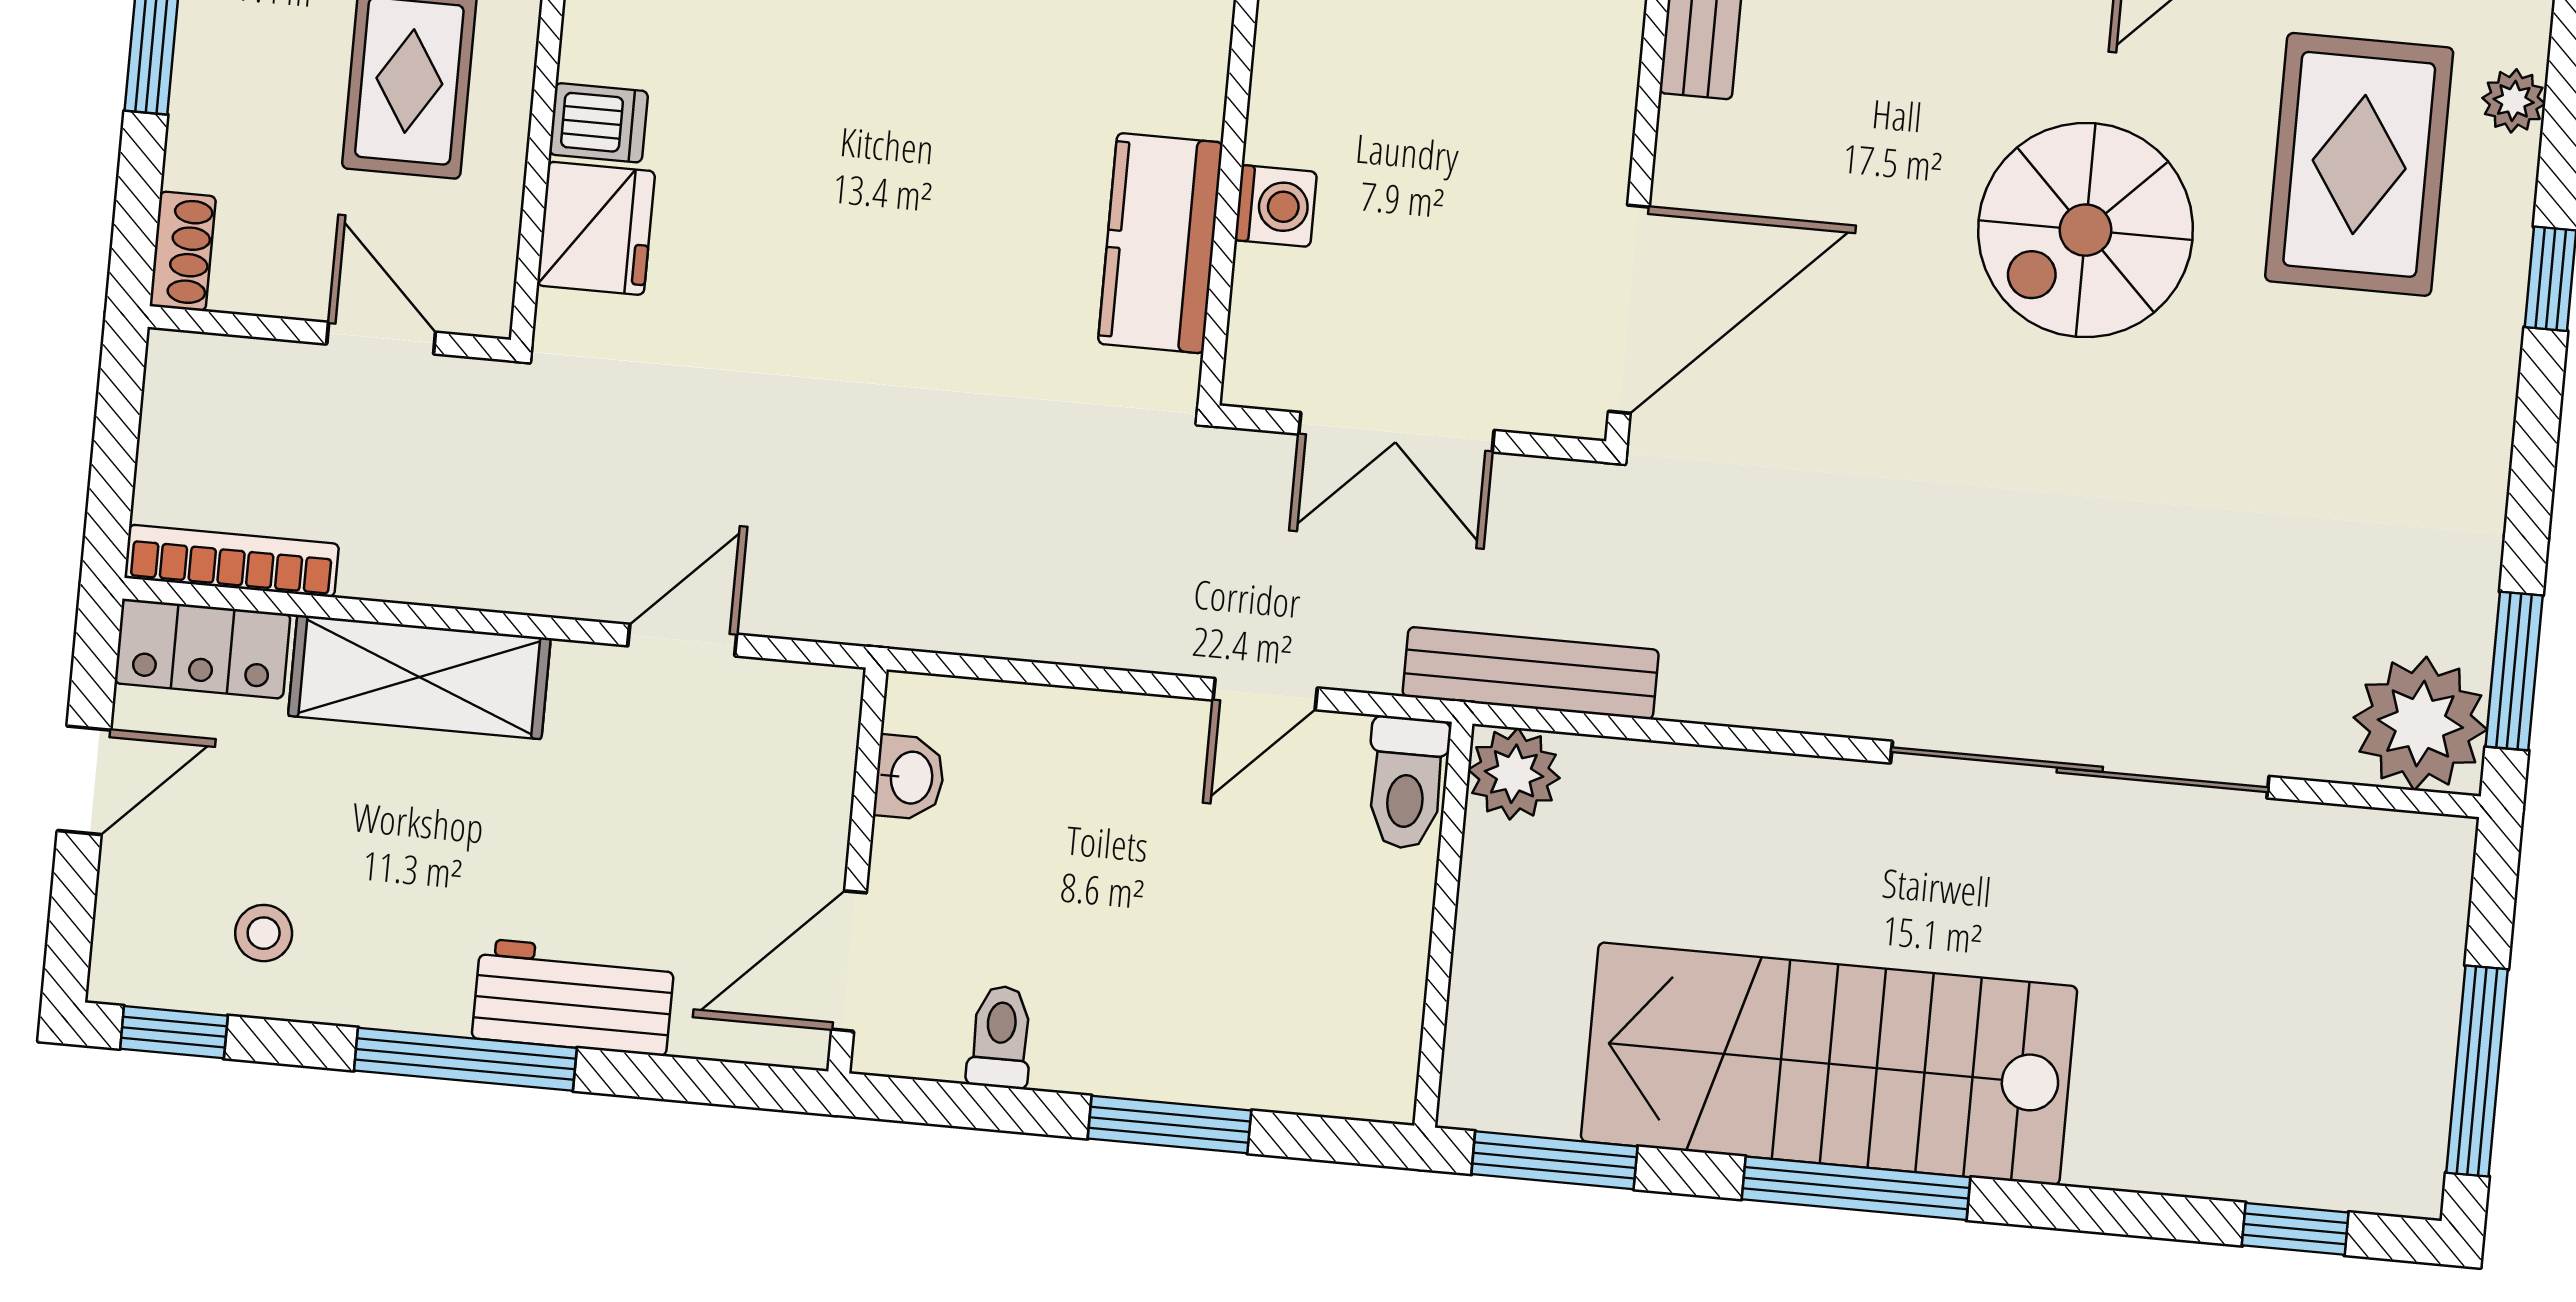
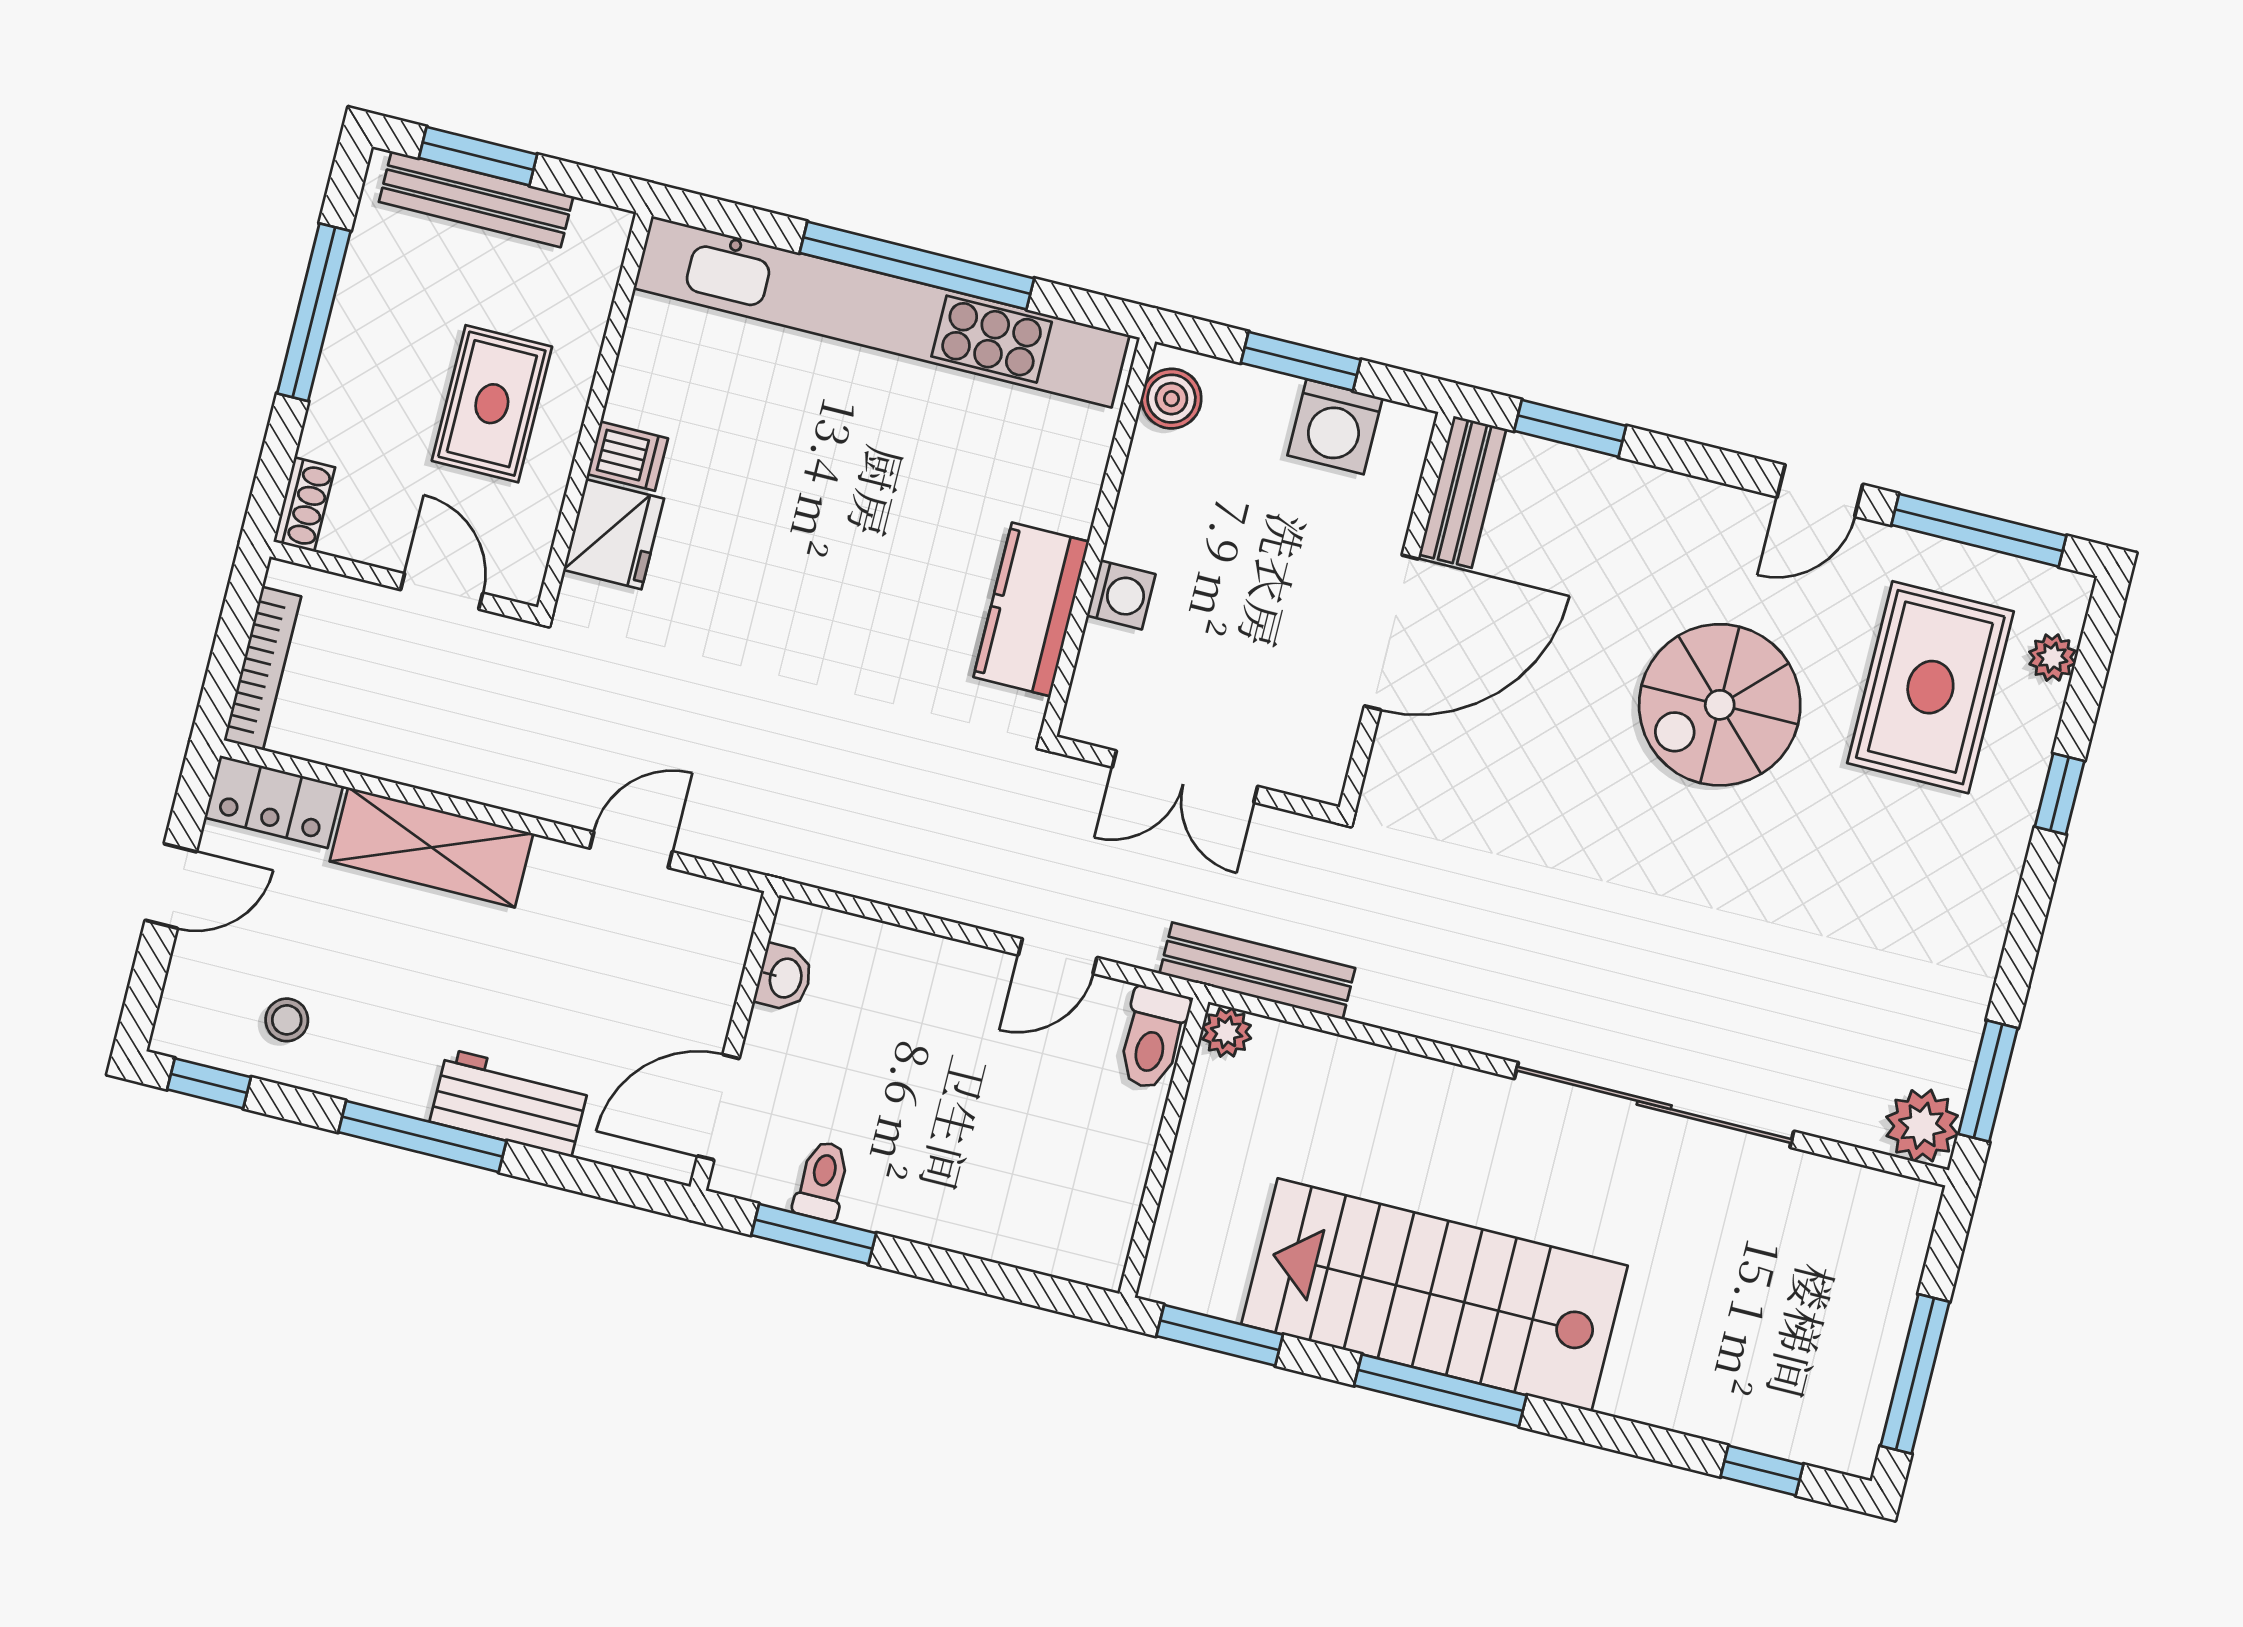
door: (1629, 309) -> (1391, 632), moved
bookcase: (232, 561) -> (262, 668), moved, turned 90
plant: (2420, 724) -> (1922, 1126), width x0.73, depth x0.73
plant: (1514, 774) -> (1227, 1032), width x0.73, depth x0.73
window: (1170, 1125) -> (814, 1234), moved

